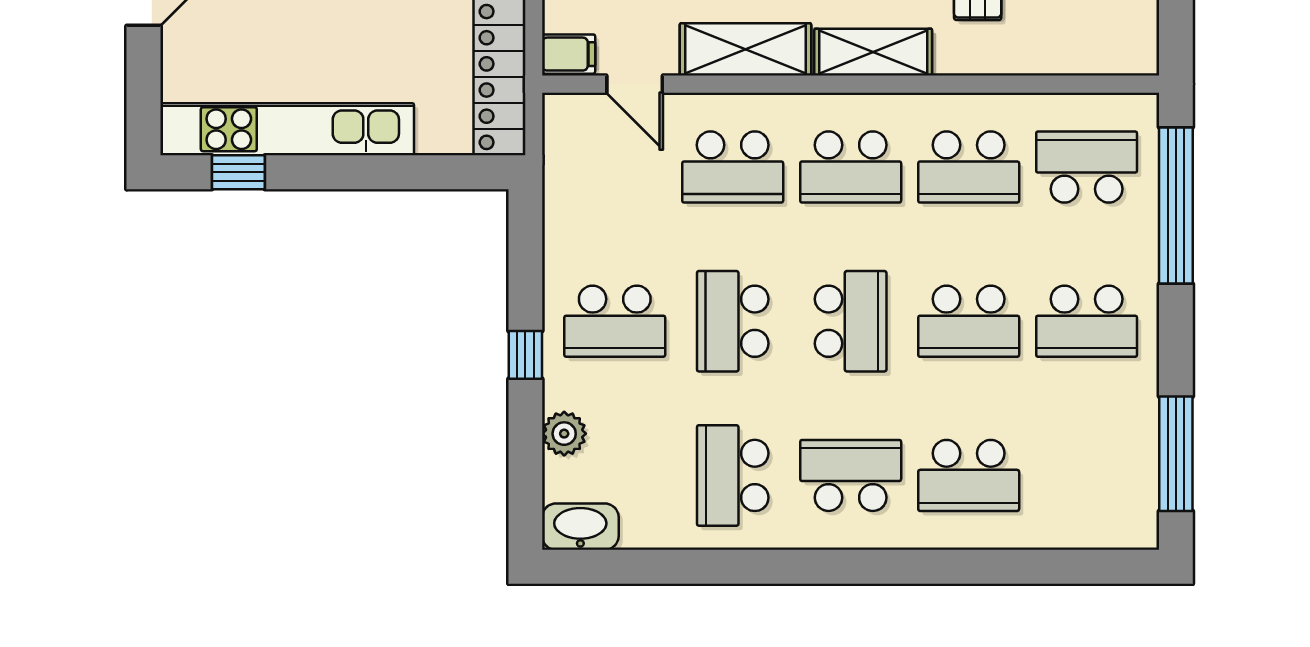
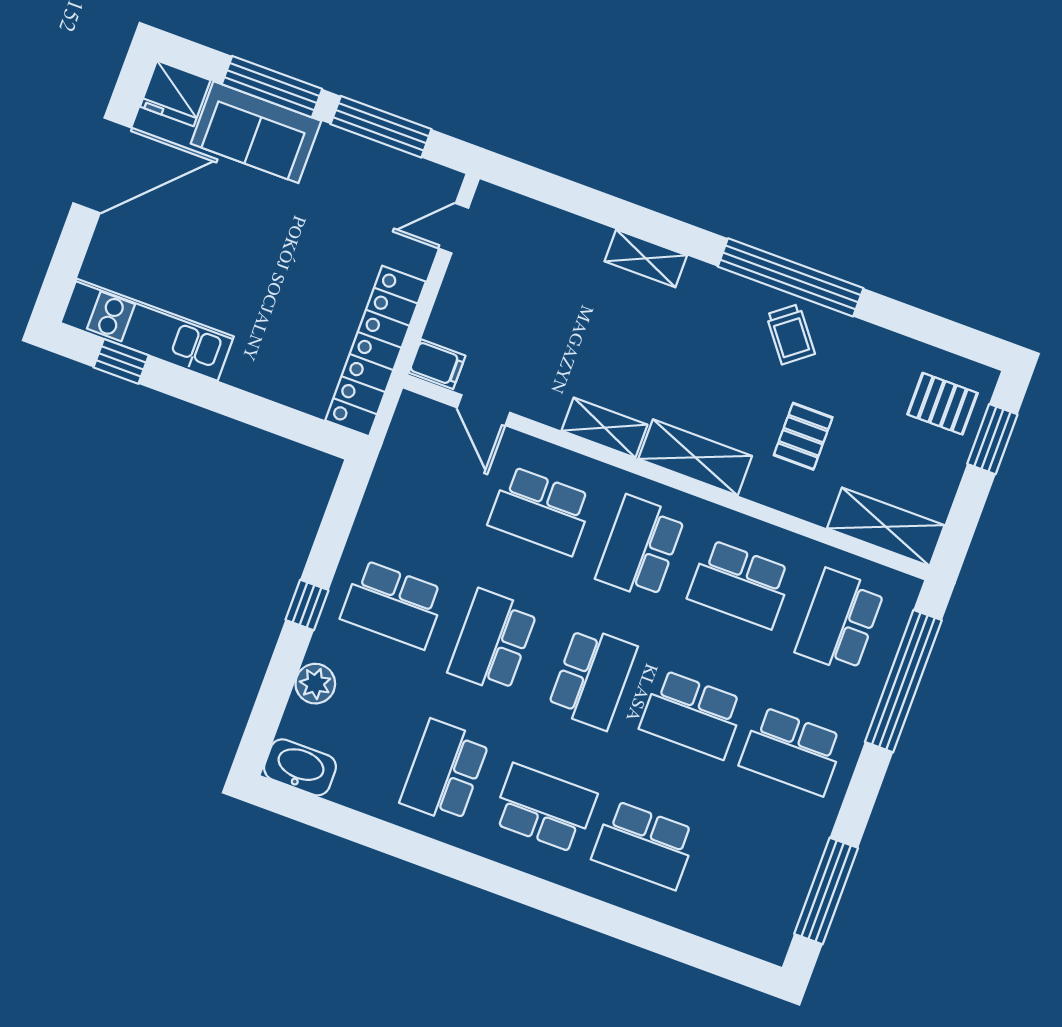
shelving: (745, 49) -> (604, 428), width x0.67, depth x0.75
shelving: (1098, 51) -> (886, 527), added
kitchen unit: (287, 129) -> (147, 330), width x0.73
school desk: (851, 167) -> (640, 547), turned 90
school desk: (1087, 167) -> (840, 621), turned -90

